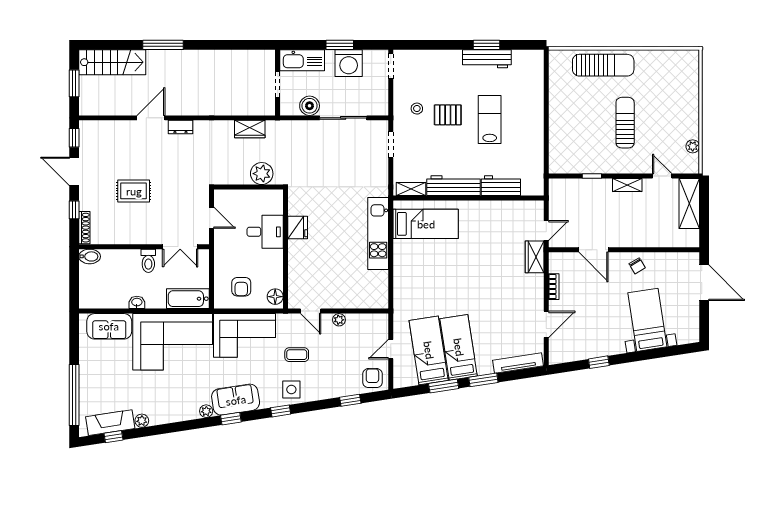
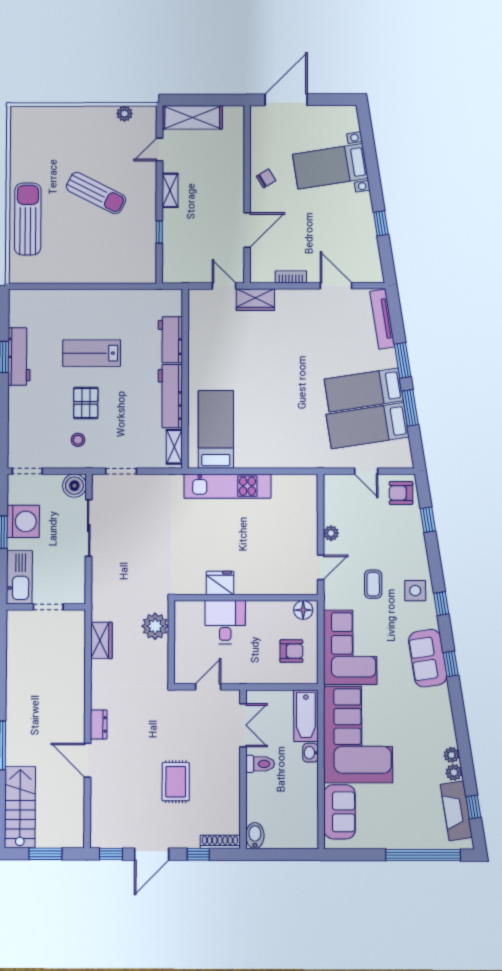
boiler: (310, 106) -> (74, 486), moved
sun lounger: (625, 123) -> (96, 193), turned -153
washbasin: (137, 302) -> (310, 753), moved
plant: (206, 411) -> (452, 755), moved

